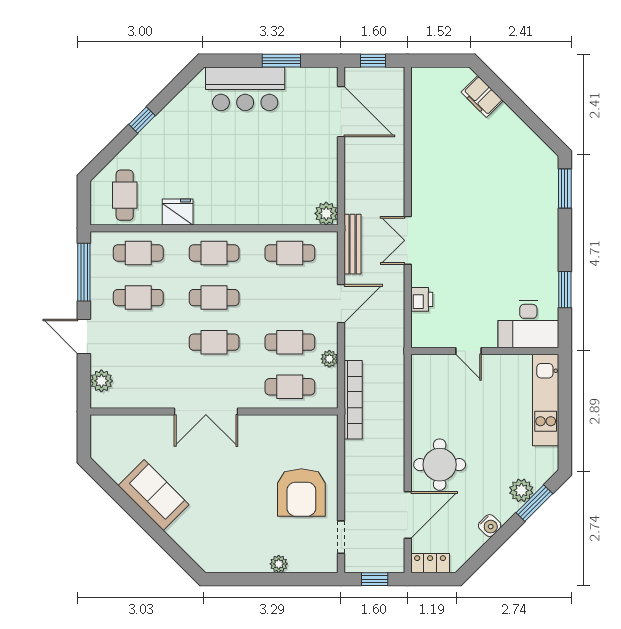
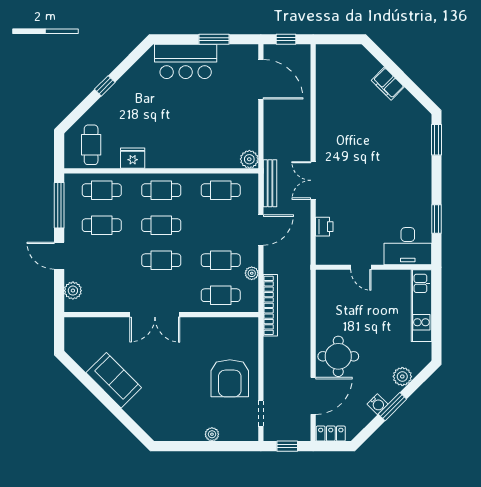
filing cabinet: (482, 96) -> (388, 84), moved
window: (534, 503) -> (392, 407), moved

